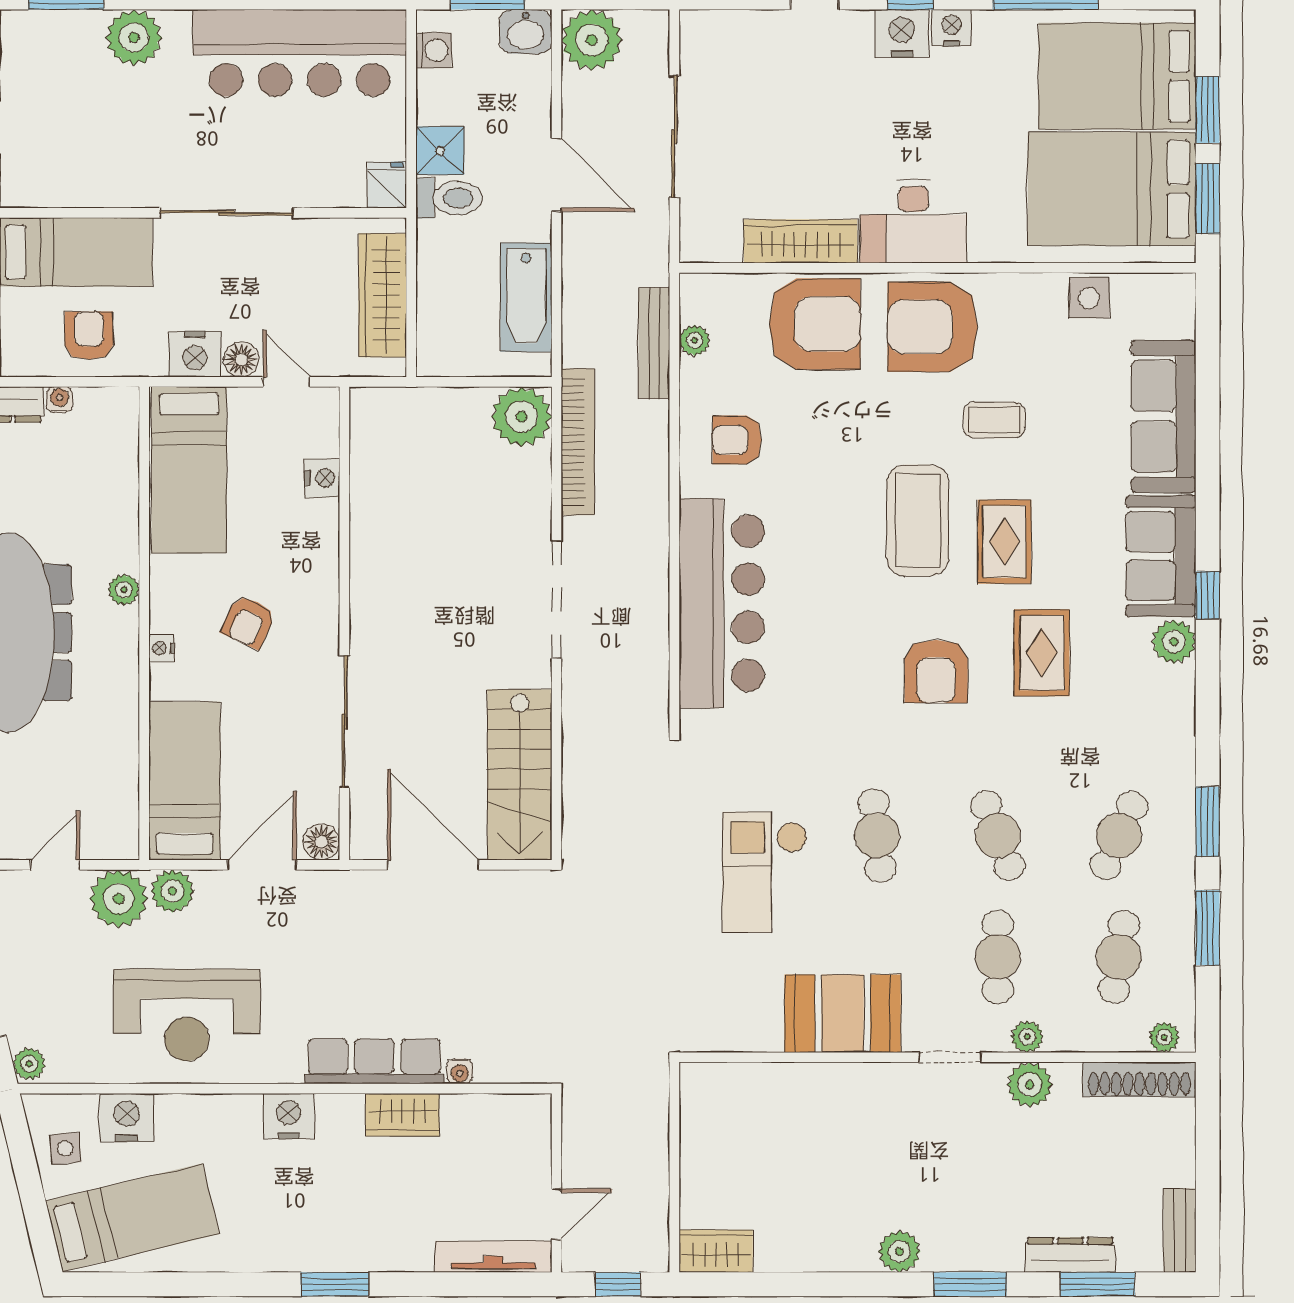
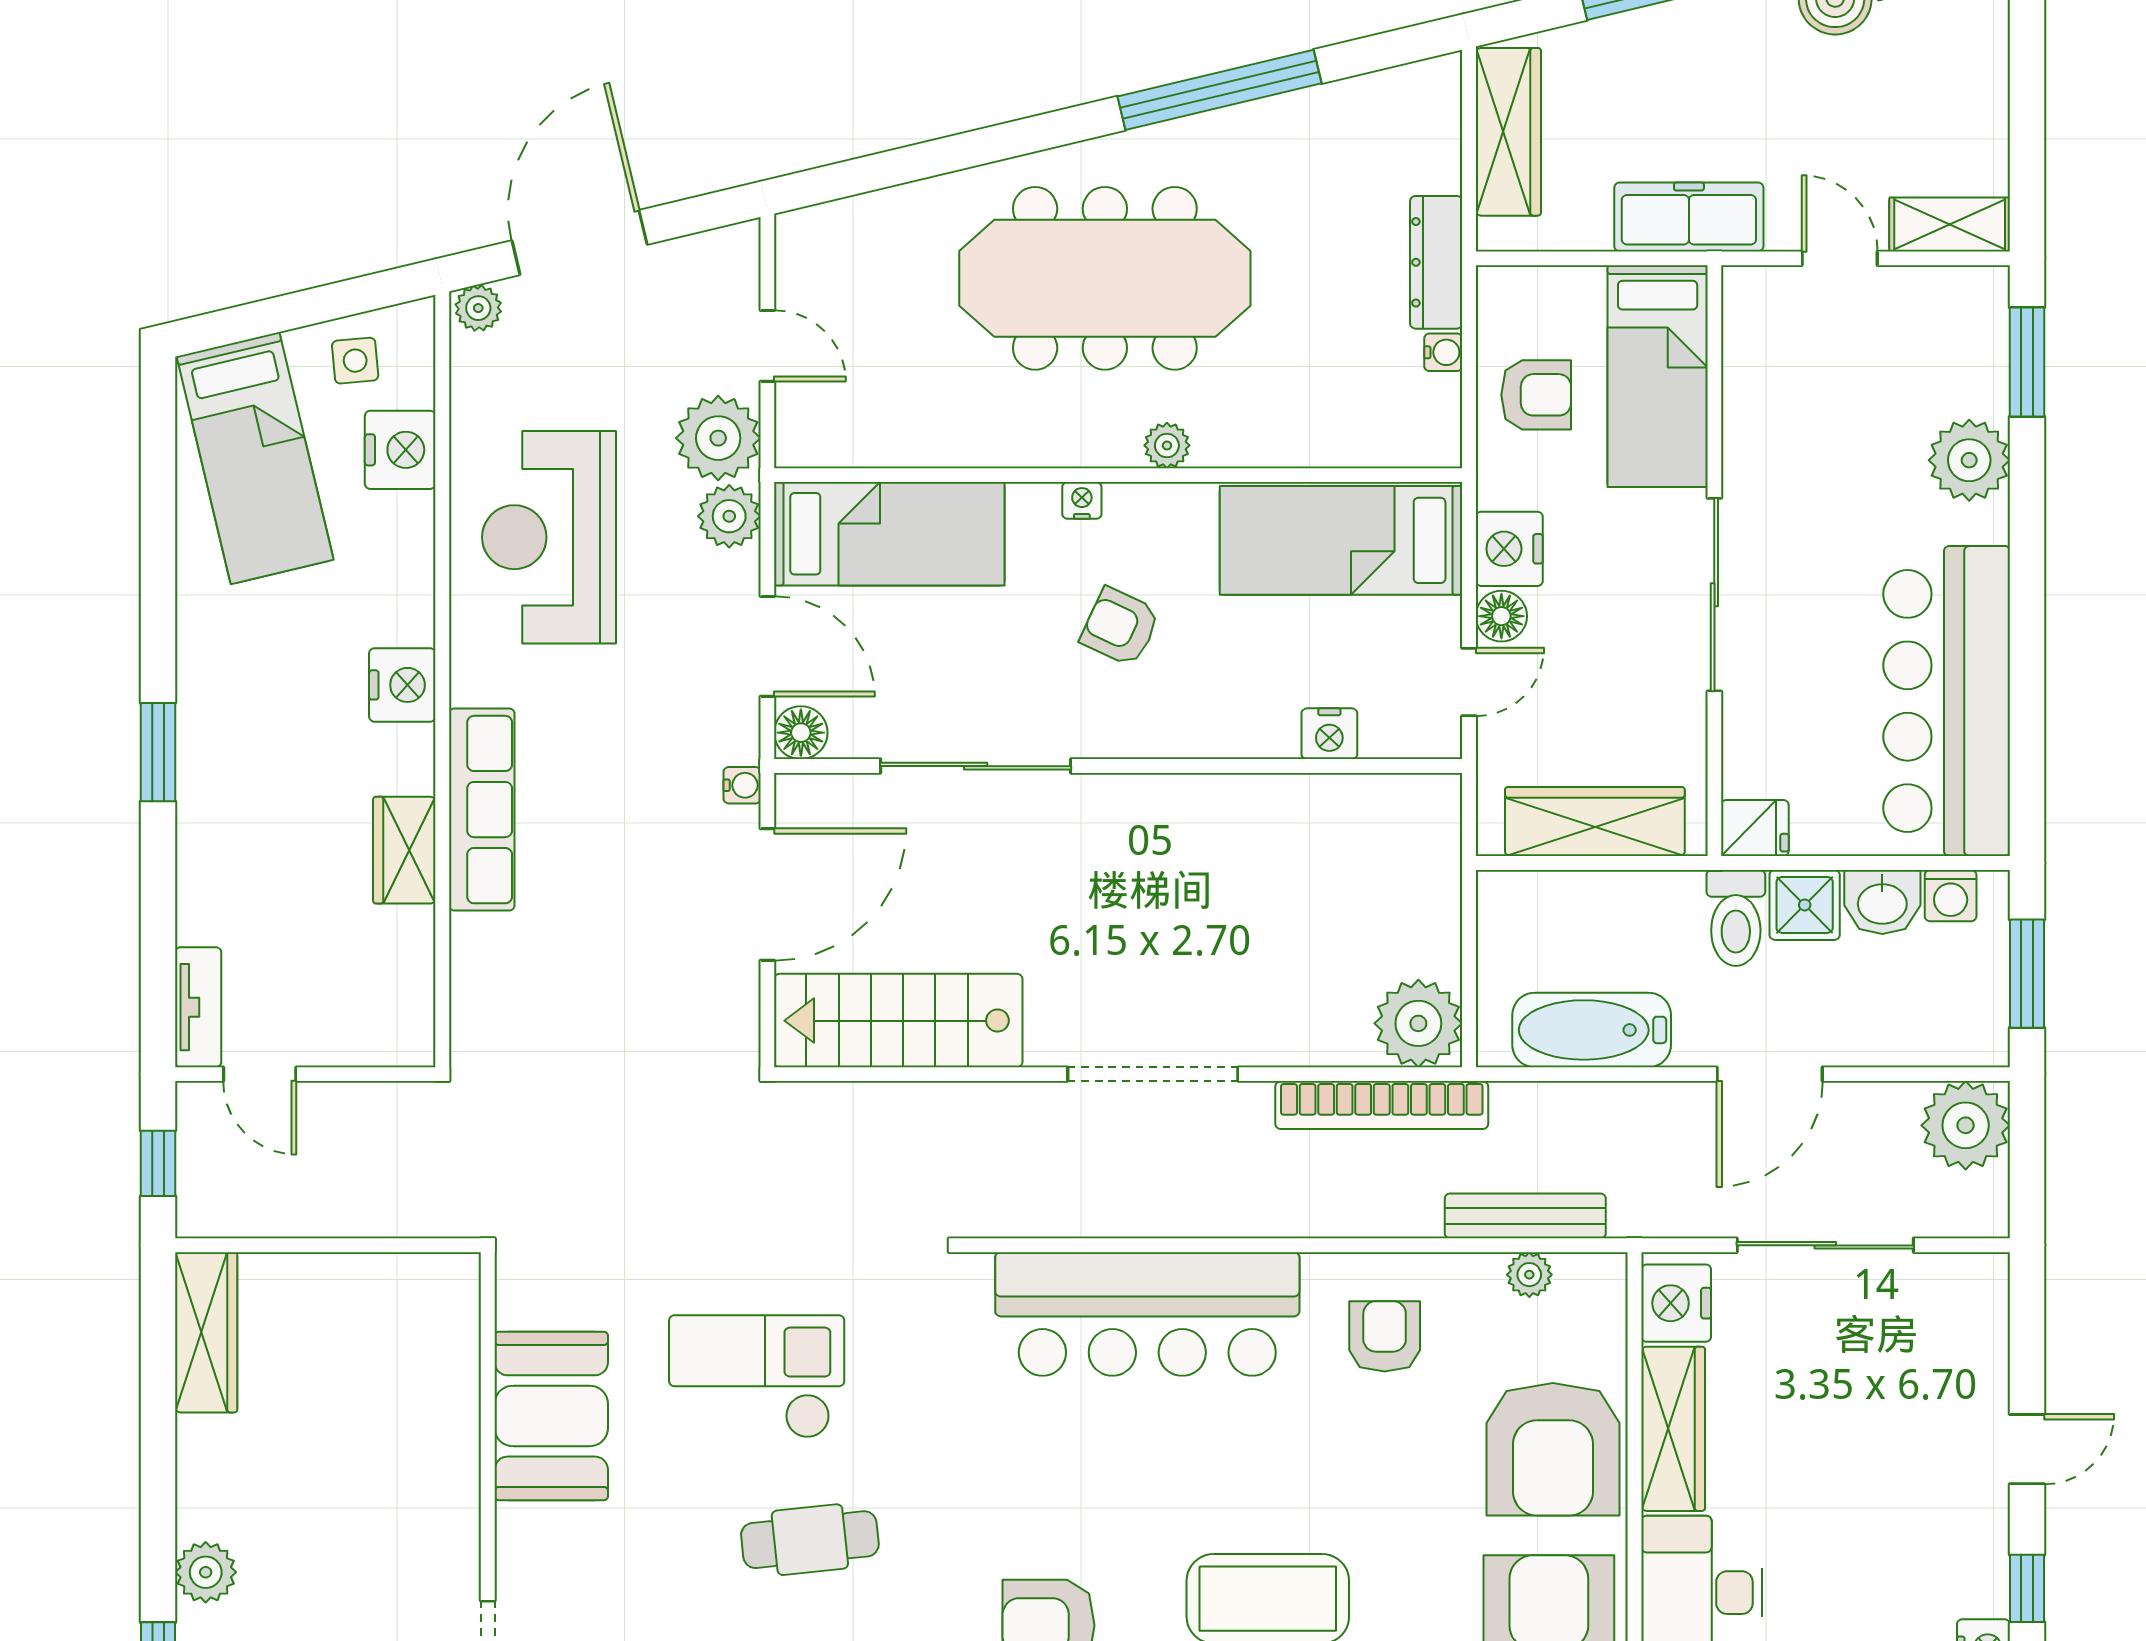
washbasin: (526, 32) -> (1882, 902), moved, turned -90
nightstand: (902, 33) -> (1676, 1303), moved, turned 180
booth: (843, 1014) -> (551, 1416), moved
water cooler: (460, 1071) -> (742, 785), moved, turned 180
wardrobe: (716, 1251) -> (206, 1332), width x1.50
tv unit: (493, 1257) -> (198, 1007), width x0.71

